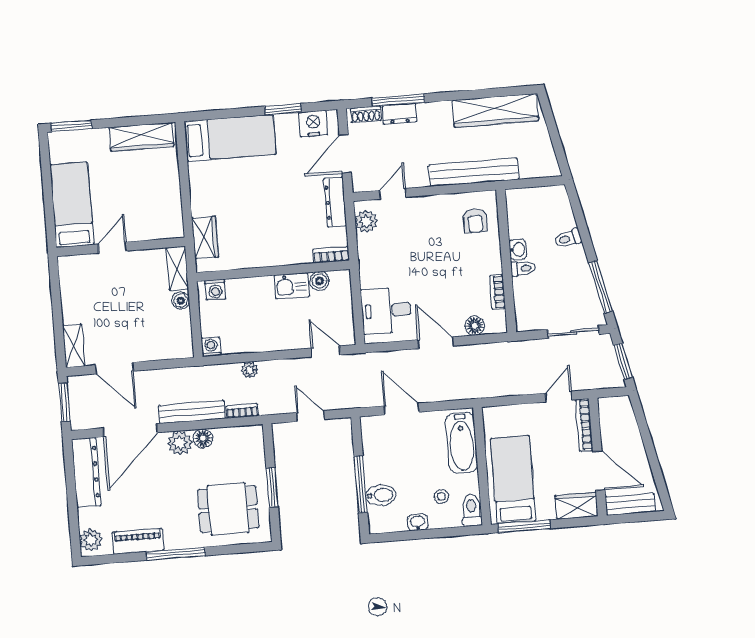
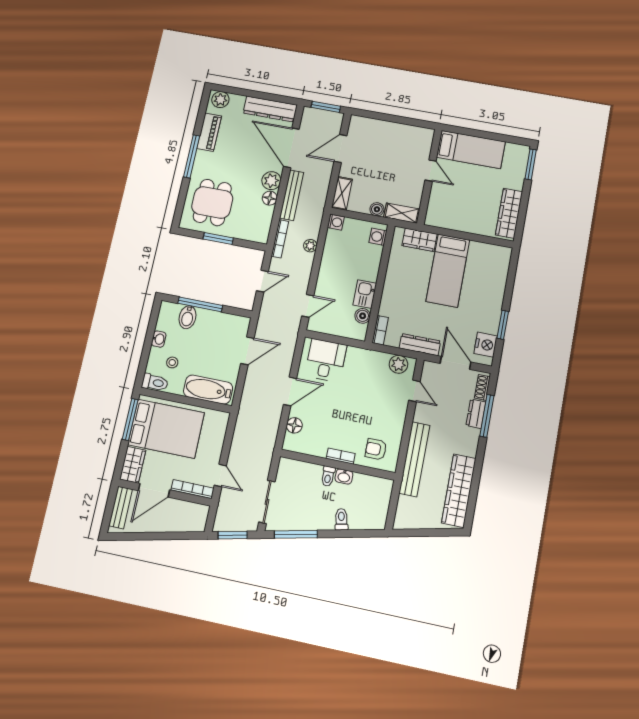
bed: (230, 138) -> (448, 271), moved
bookcase: (497, 292) -> (341, 456), moved
shelving: (74, 346) -> (342, 193), moved, turned 90
bookcase: (242, 411) -> (280, 239), width x1.56
bed: (513, 480) -> (166, 429), width x1.50

